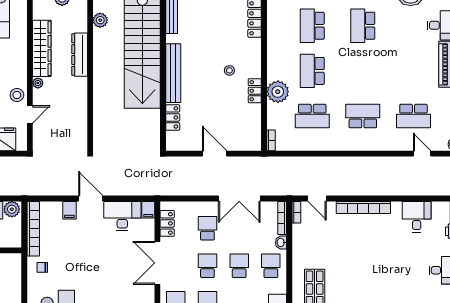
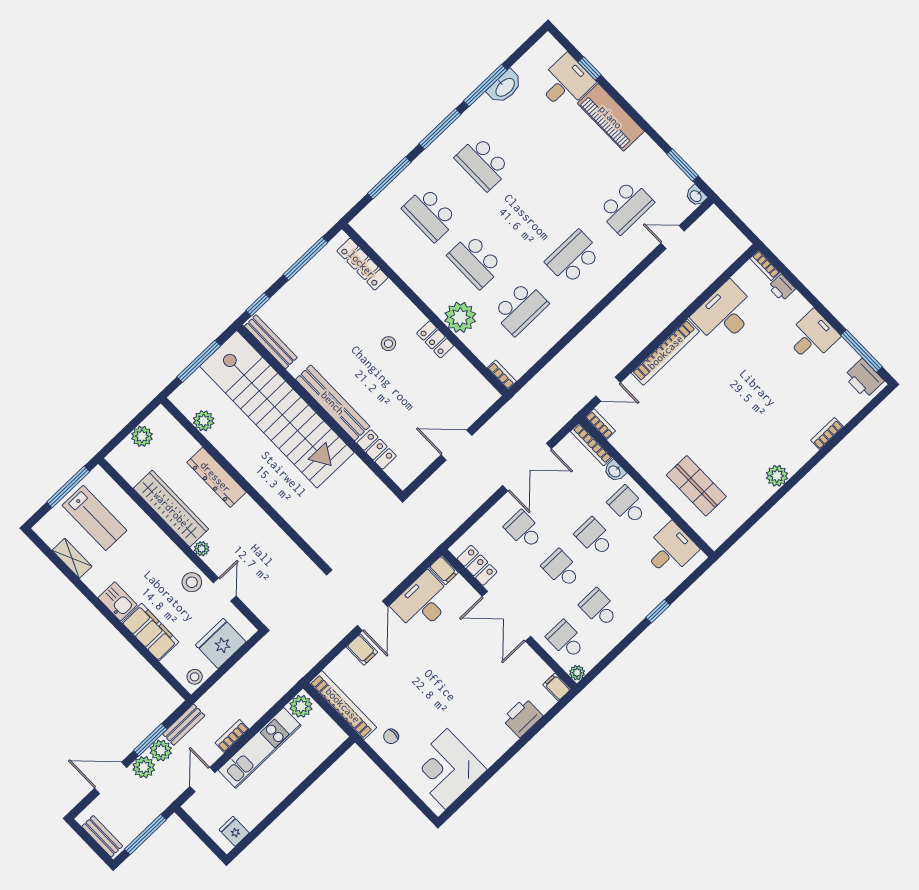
door: (91, 198) -> (372, 616), swing flipped
desk: (417, 217) -> (725, 314), width x1.37

